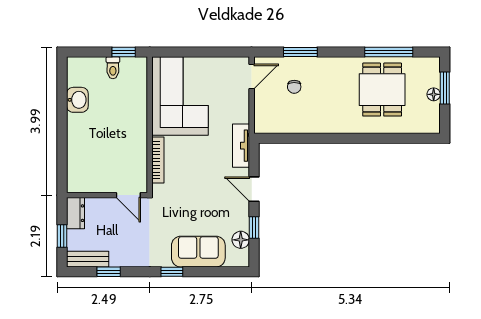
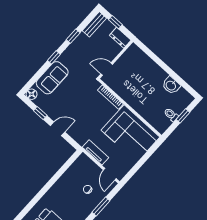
window: (124, 52) -> (183, 116), moved
tv unit: (241, 146) -> (95, 152), moved
floor lamp: (241, 240) -> (32, 94), moved
window: (109, 272) -> (73, 36), moved

